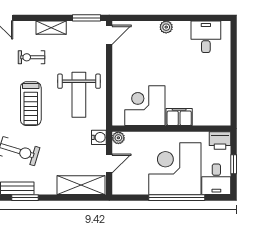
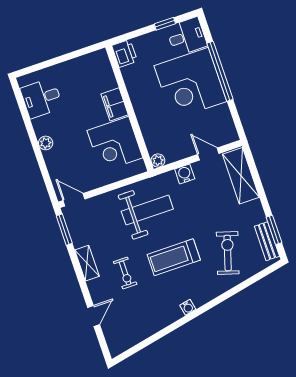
treadmill: (31, 104) -> (174, 257), turned 180
corner desk: (145, 106) -> (115, 144), moved
filing cabinet: (179, 117) -> (115, 104), moved
wall: (171, 129) -> (130, 108), moved
plant: (118, 138) -> (158, 160), moved
printer: (220, 140) -> (125, 53), moved

